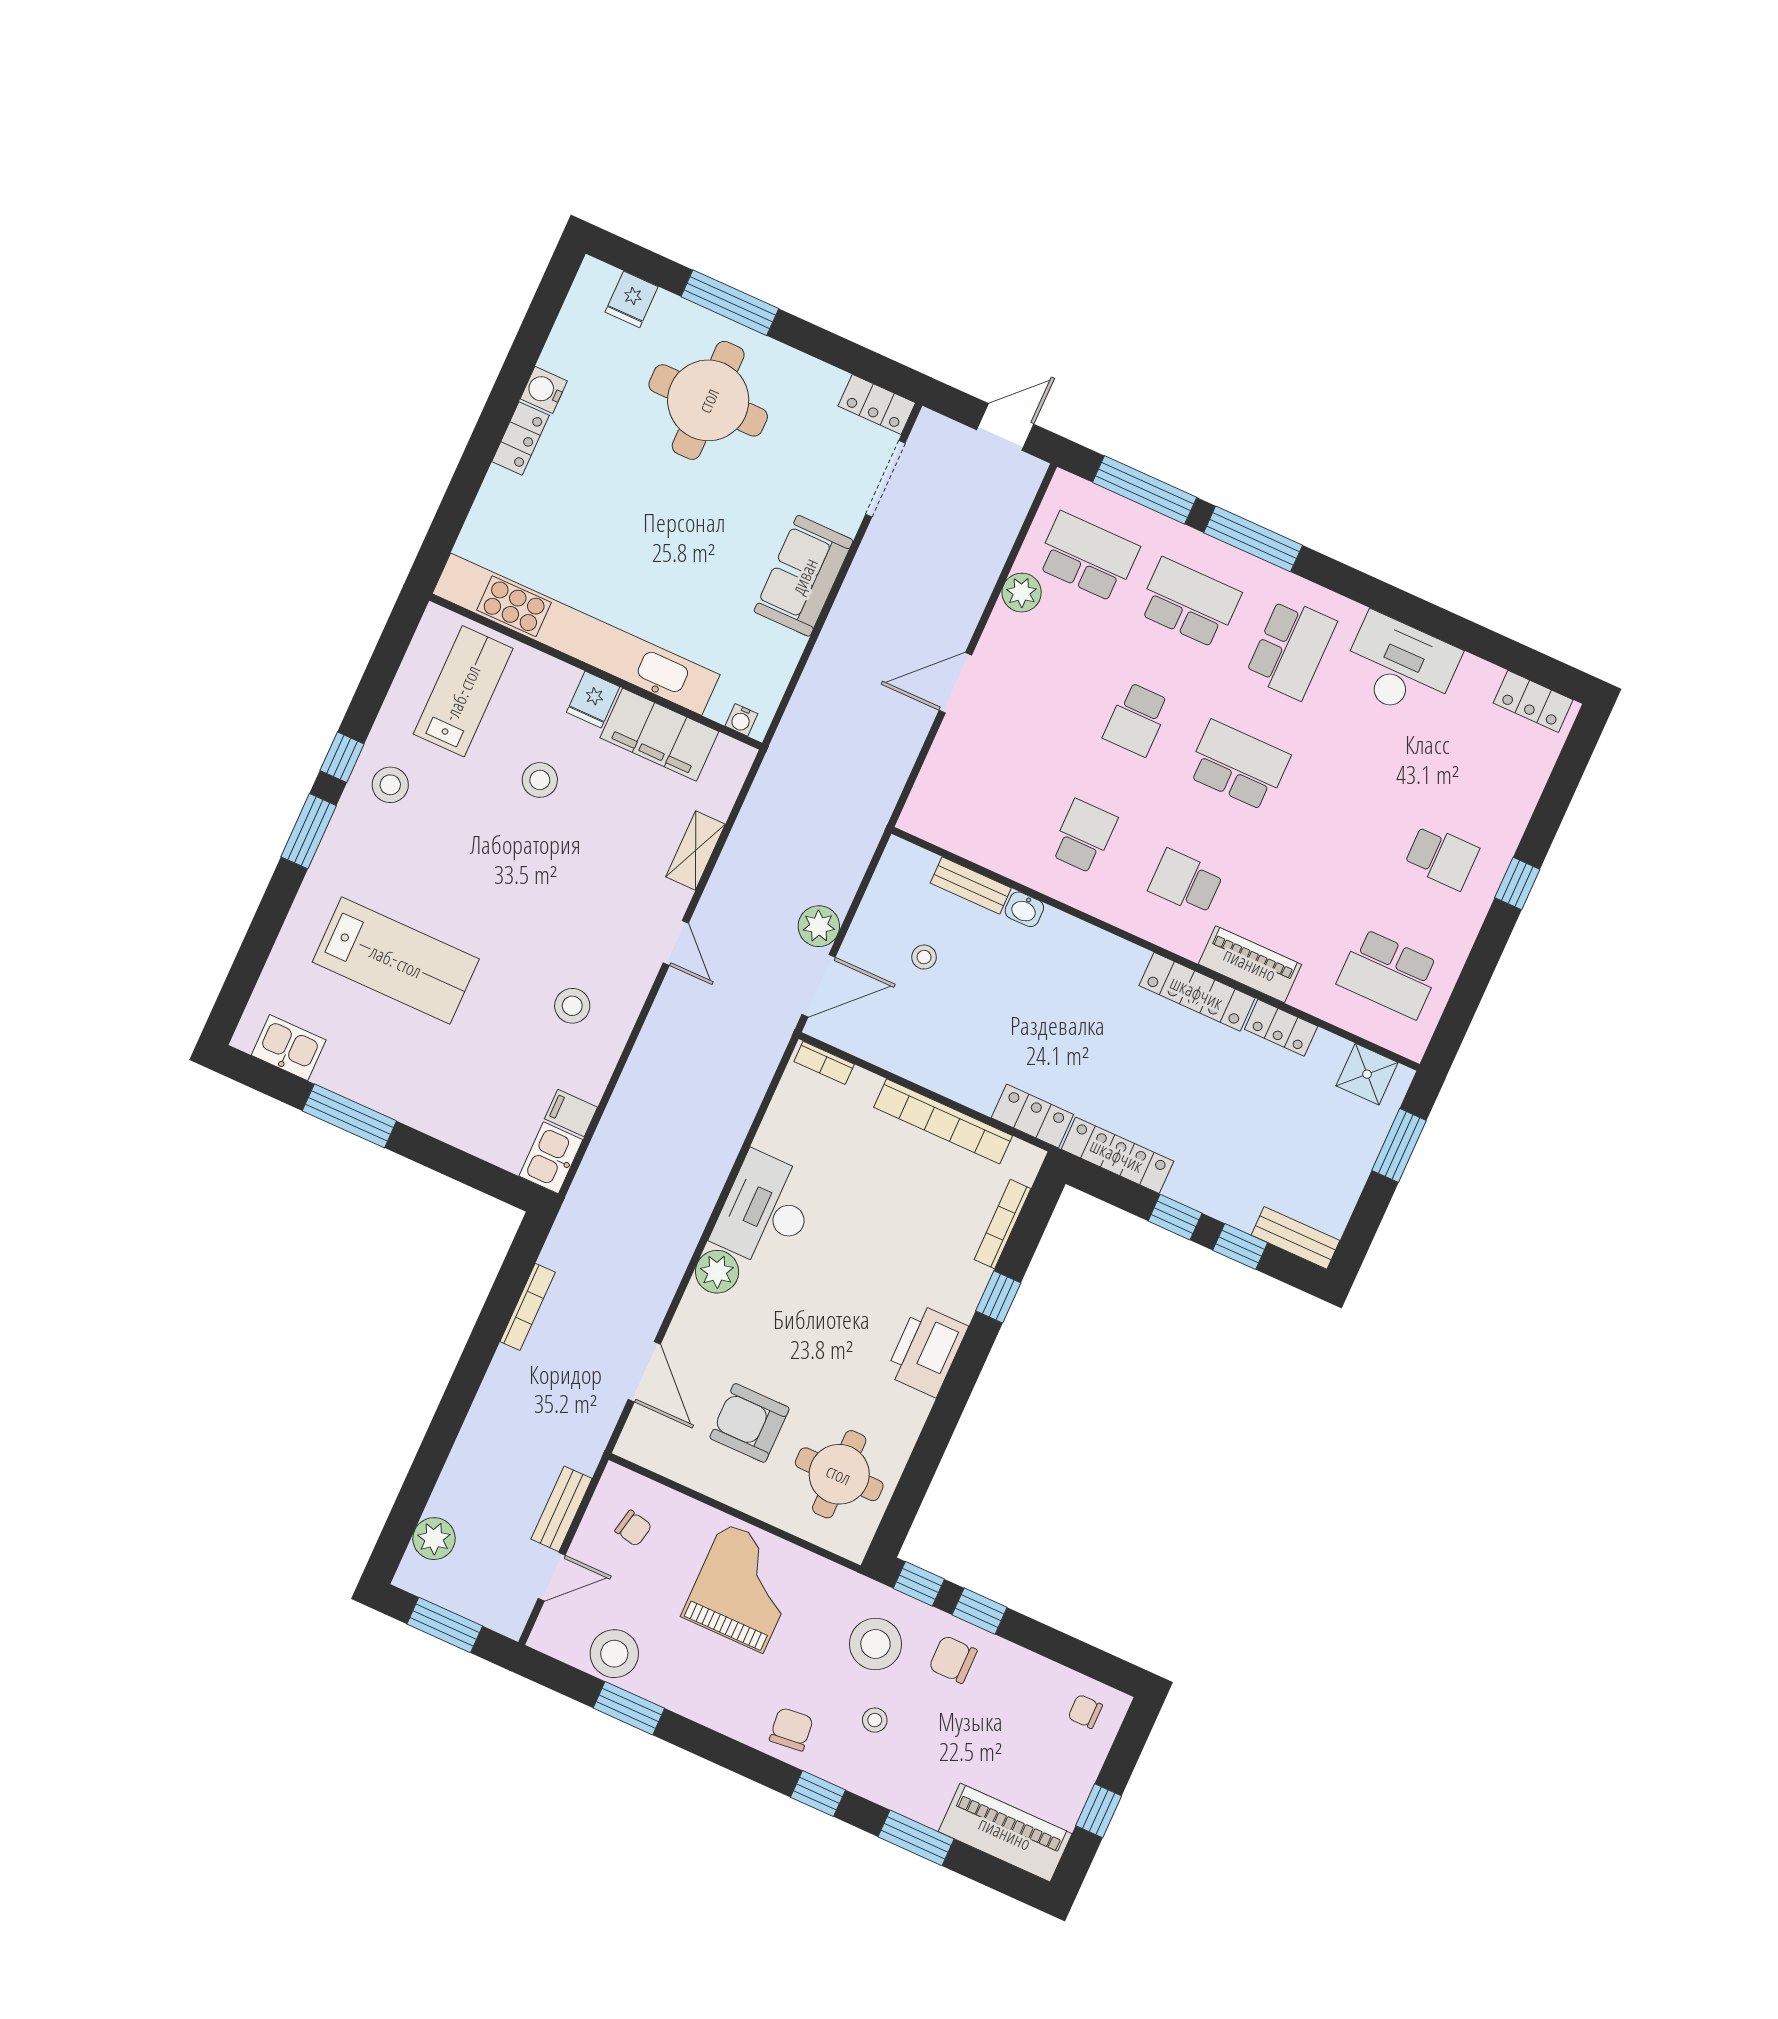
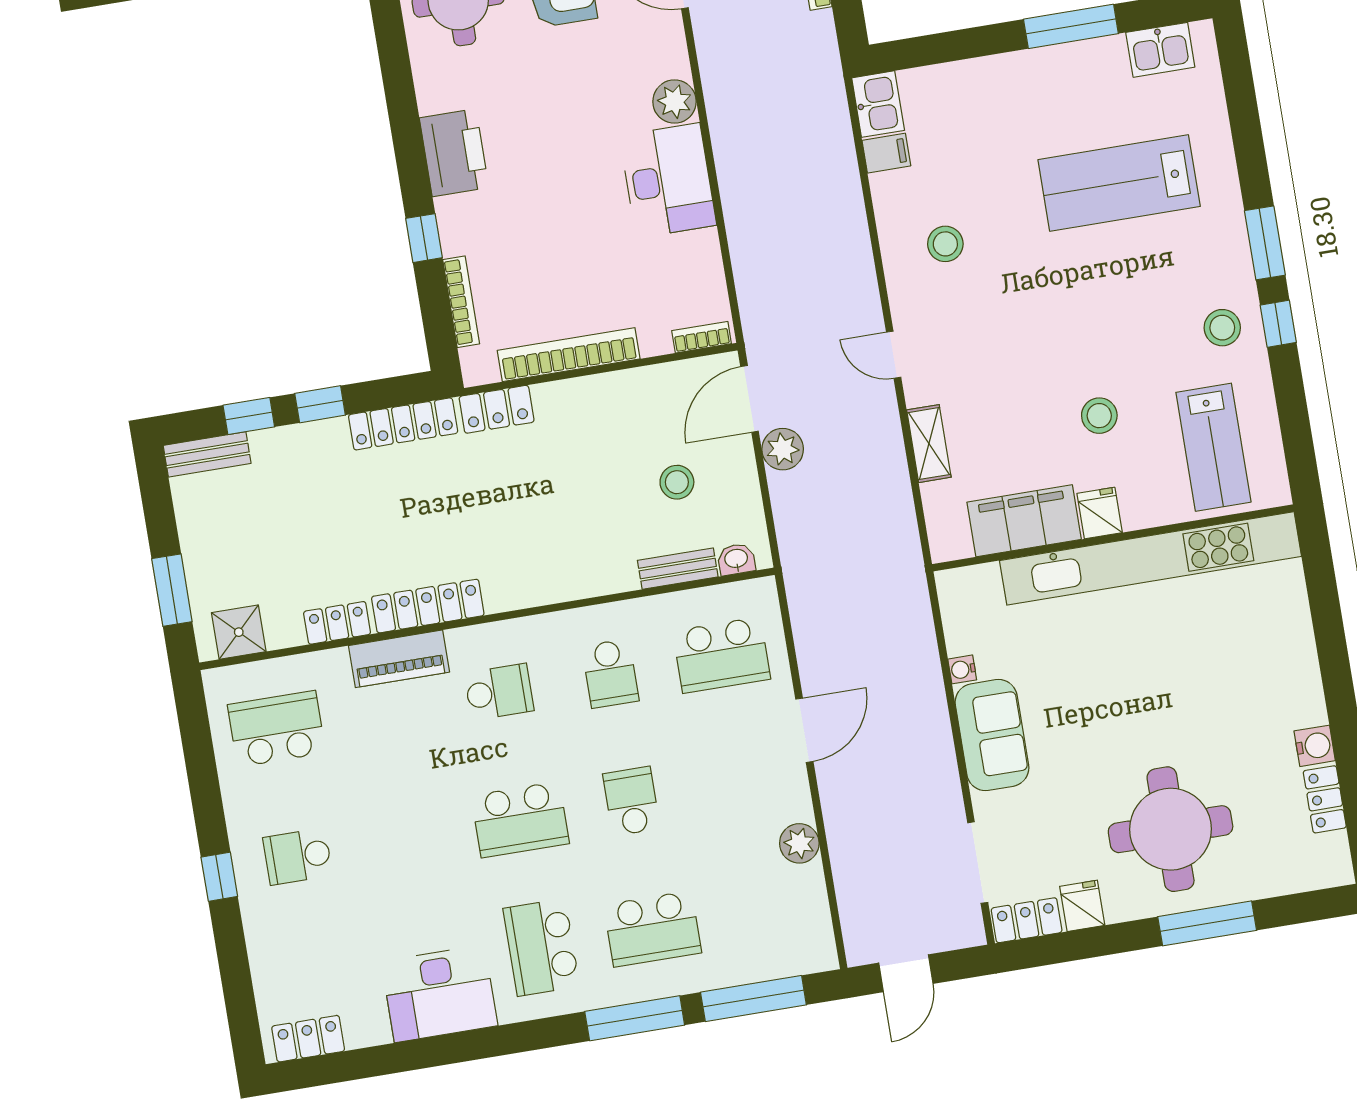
fridge: (632, 299) -> (1082, 906), moved
locker: (521, 438) -> (1325, 799), moved
school desk: (1088, 557) -> (722, 655), moved
water cooler: (741, 720) -> (962, 669), moved, turned -90
washbasin: (1024, 909) -> (736, 559), moved
stool: (924, 957) -> (677, 482), width x1.37, depth x1.37

